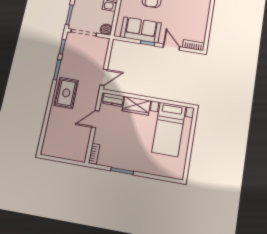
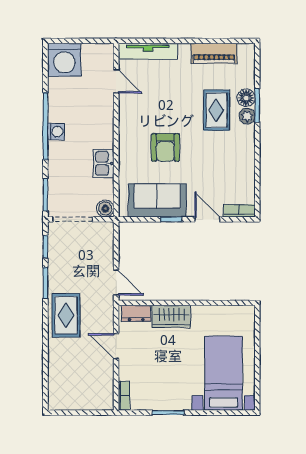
door: (104, 77) -> (116, 283), hinge flipped
door: (95, 119) -> (116, 346), hinge flipped
bed with nightstands: (169, 129) -> (224, 373), moved, turned 180

